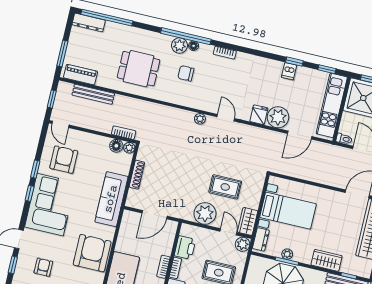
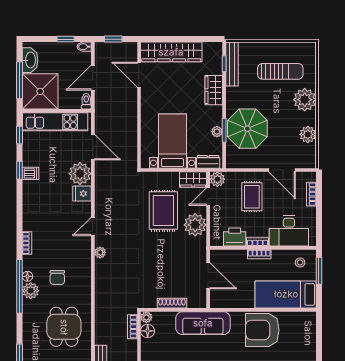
rug: (225, 187) -> (163, 211), width x1.36, depth x1.43

